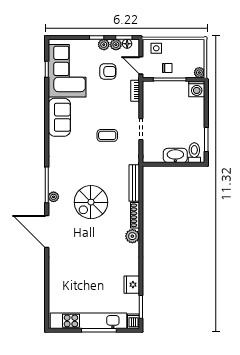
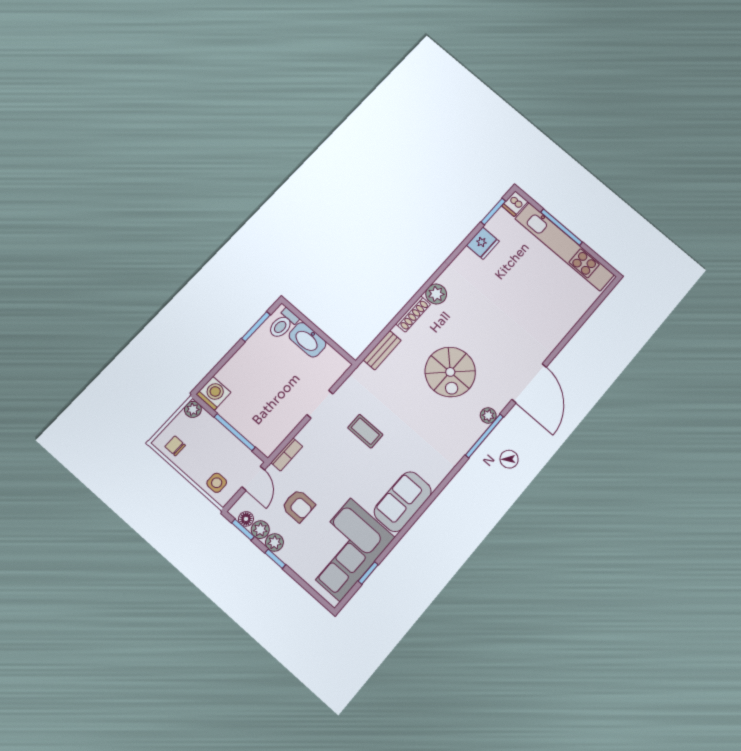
chair: (167, 68) -> (175, 446), moved
armchair: (108, 71) -> (298, 506), turned 180
bench: (134, 183) -> (382, 350), width x0.73
spiral stairs: (91, 202) -> (450, 372), turned 90

